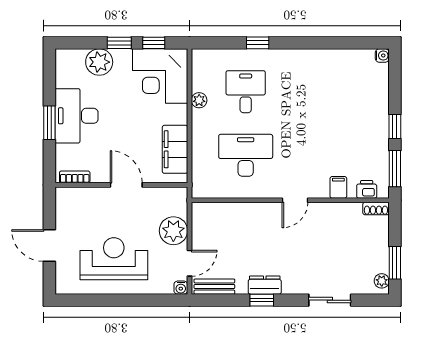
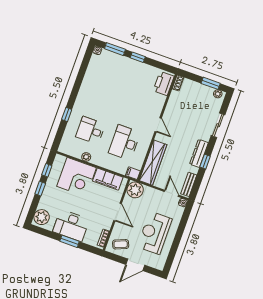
plant: (99, 62) -> (42, 217), moved
corner desk: (160, 76) -> (77, 177), moved
window: (395, 169) -> (115, 49), moved
door: (126, 185) -> (117, 212), swing flipped
filing cabinet: (338, 187) -> (133, 173), moved
printer: (367, 189) -> (164, 83), width x1.87, depth x1.48
coffee table: (75, 209) -> (121, 244), added
wardrobe: (229, 214) -> (153, 163), added
plant: (173, 231) -> (135, 190), moved
dresser: (265, 285) -> (199, 153), width x1.44

